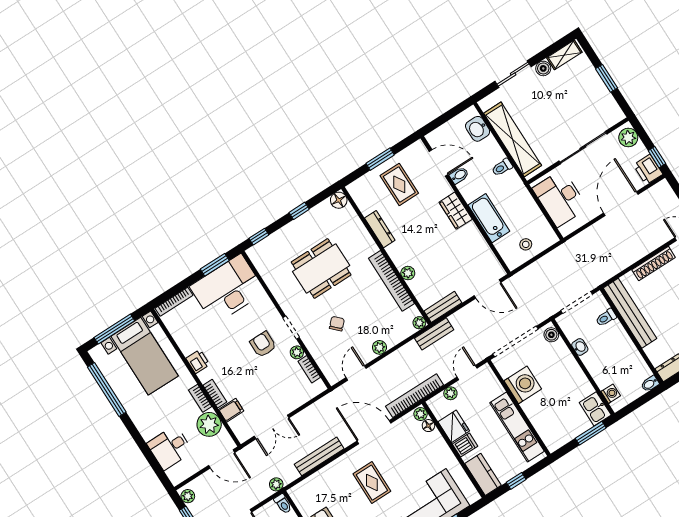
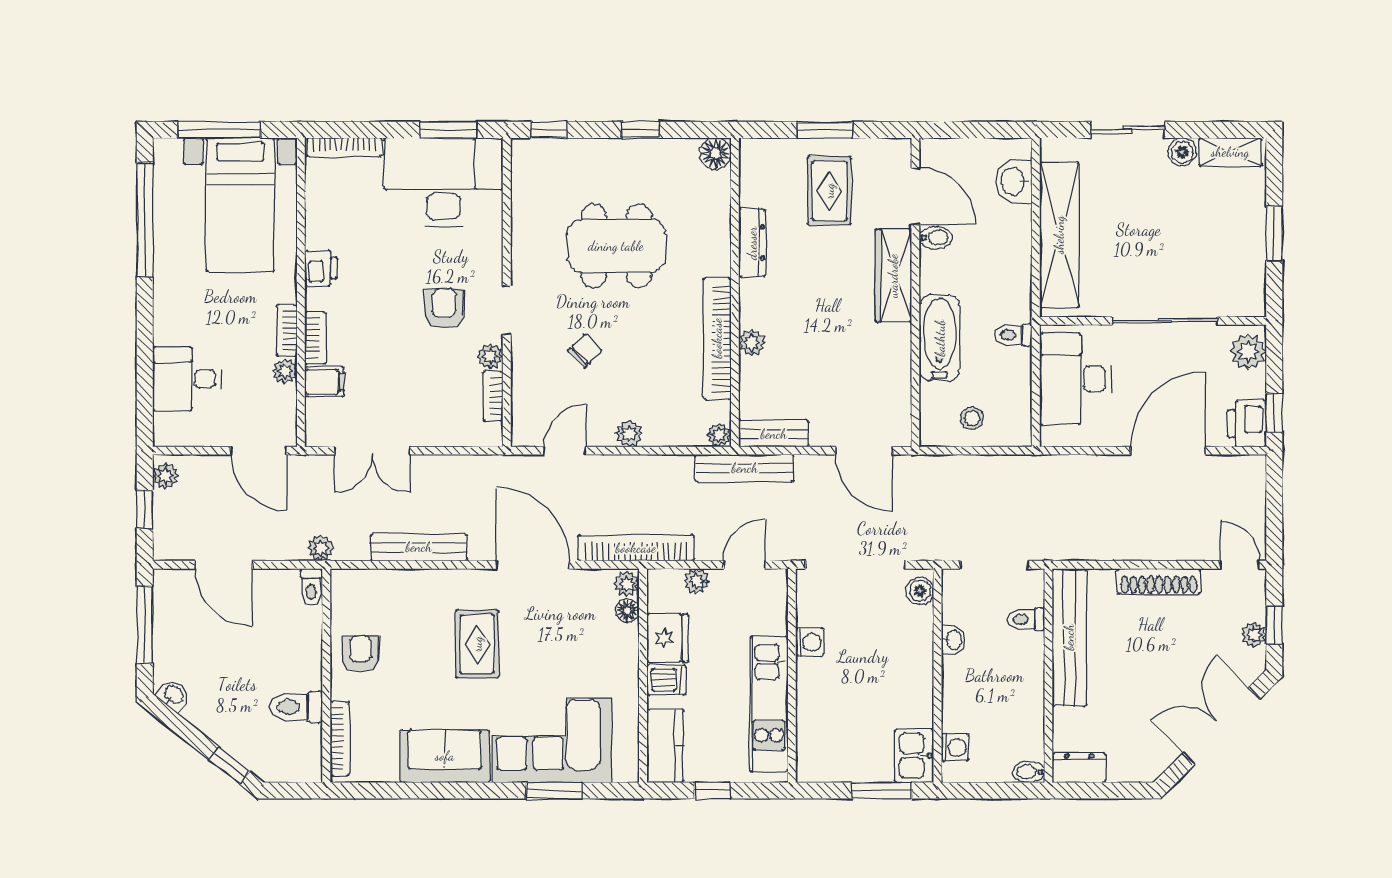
toilet: (502, 167) -> (1013, 335), moved
wardrobe: (456, 211) -> (893, 276), width x1.50
bench: (434, 334) -> (745, 468), width x1.36
washing machine: (523, 385) -> (810, 642), width x0.53, depth x0.53
plant: (209, 424) -> (285, 371), width x0.53, depth x0.53

